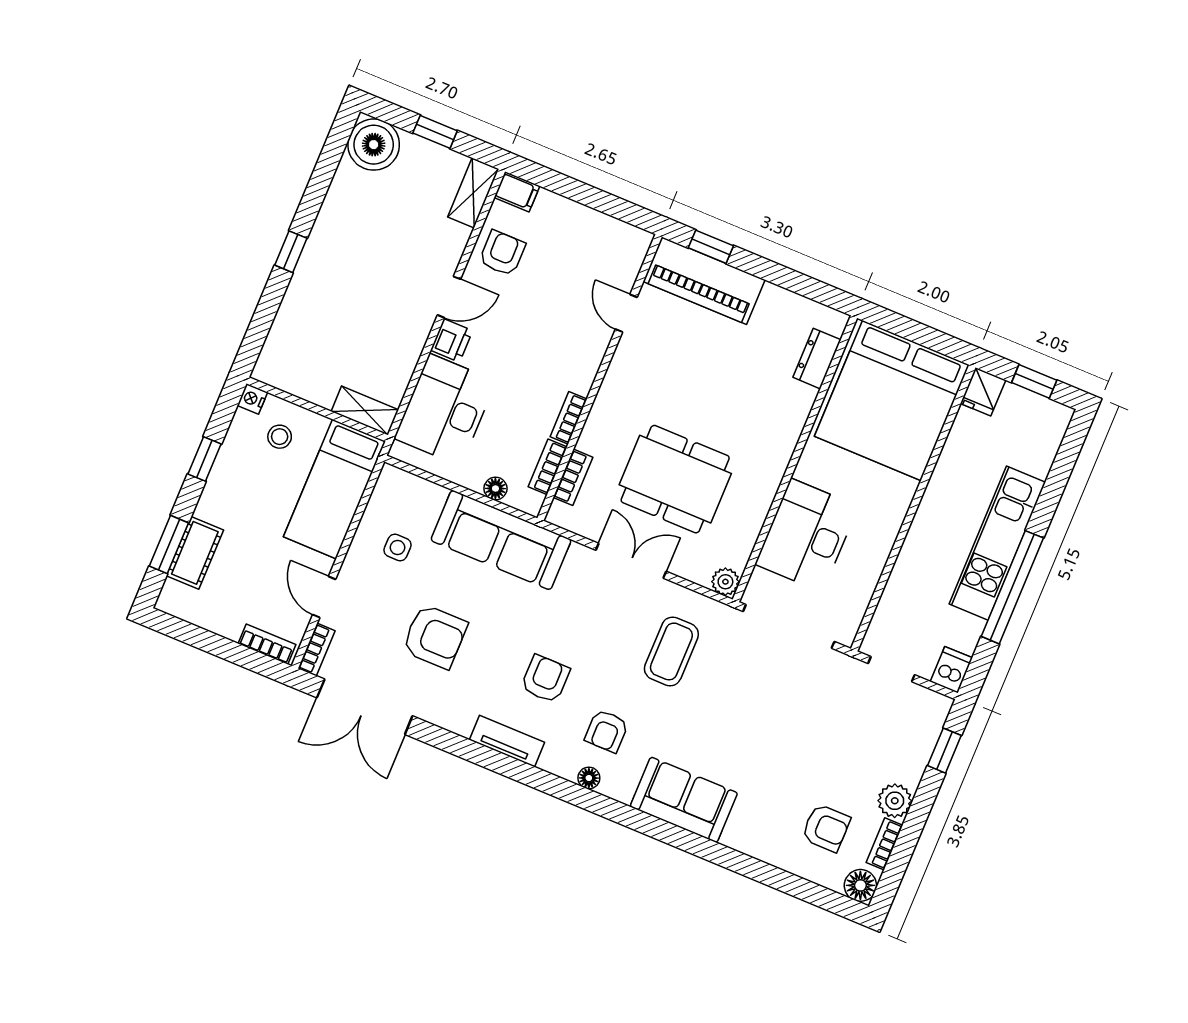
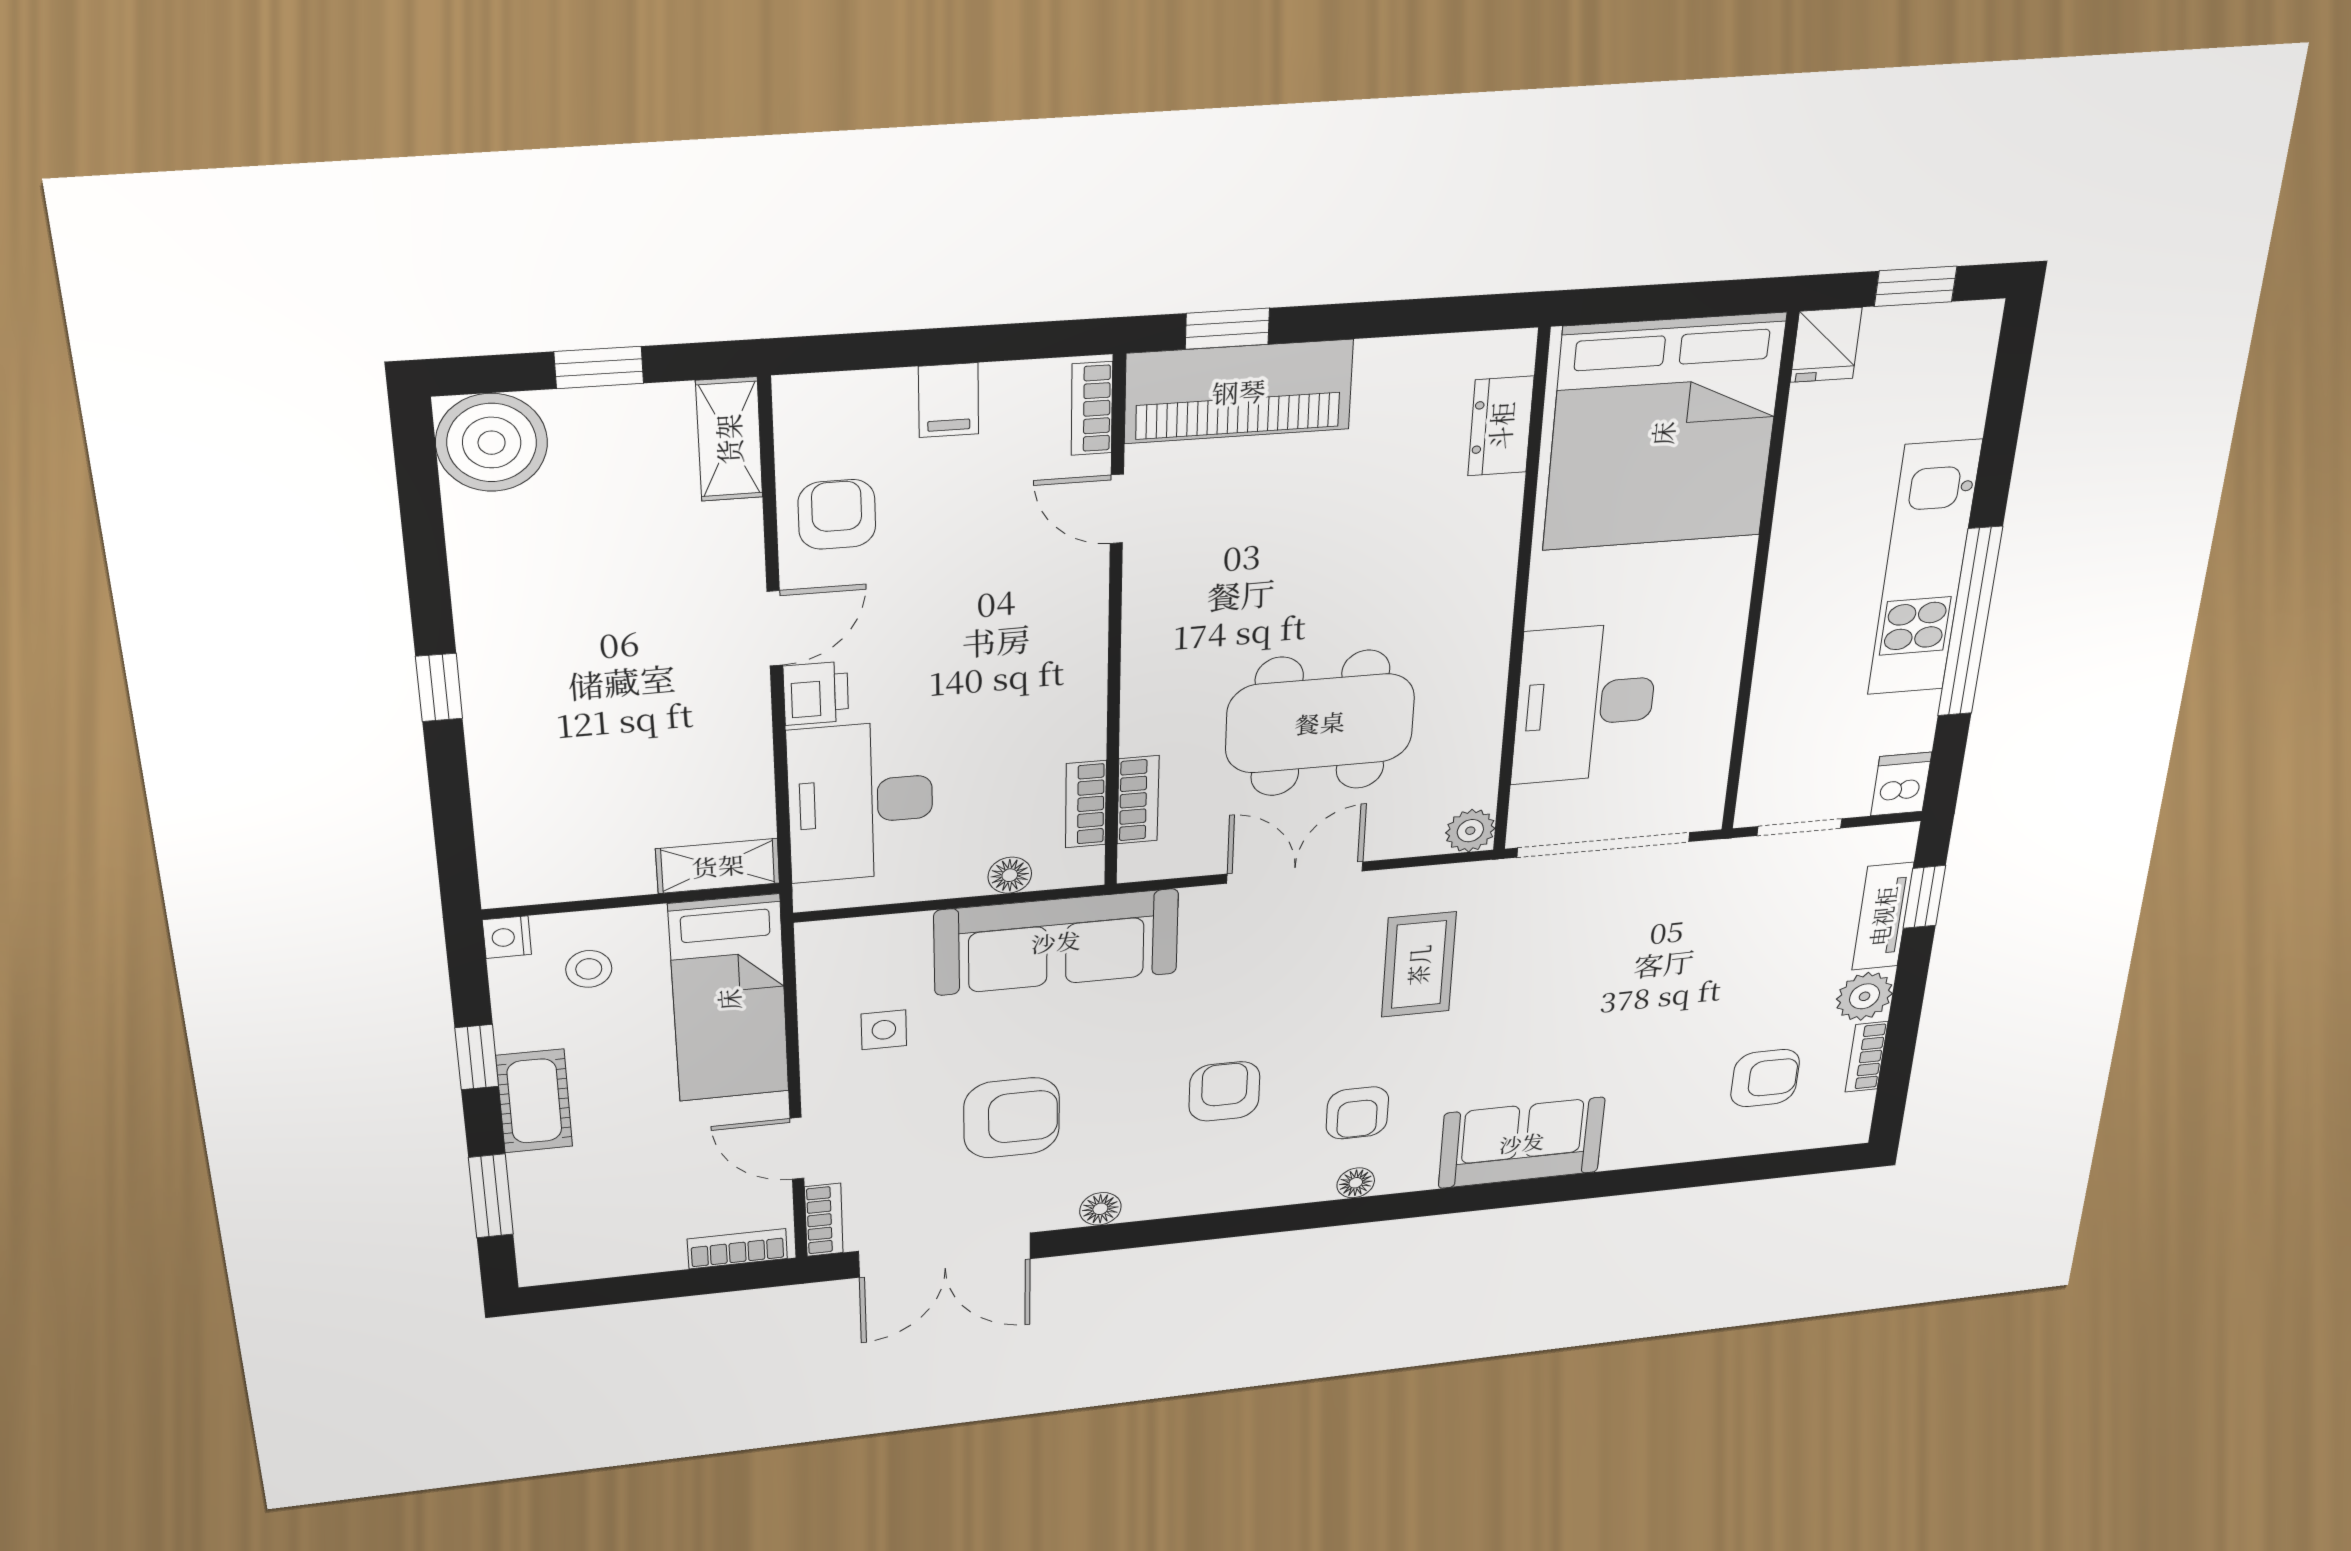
filing cabinet: (517, 192) -> (948, 400), moved, turned 90
bookcase: (569, 418) -> (1092, 409), moved
cot: (195, 553) -> (534, 1101), moved
tv unit: (507, 741) -> (1883, 916), moved, turned -90
floor lamp: (860, 885) -> (1100, 1209), moved, width x0.73, depth x0.73

